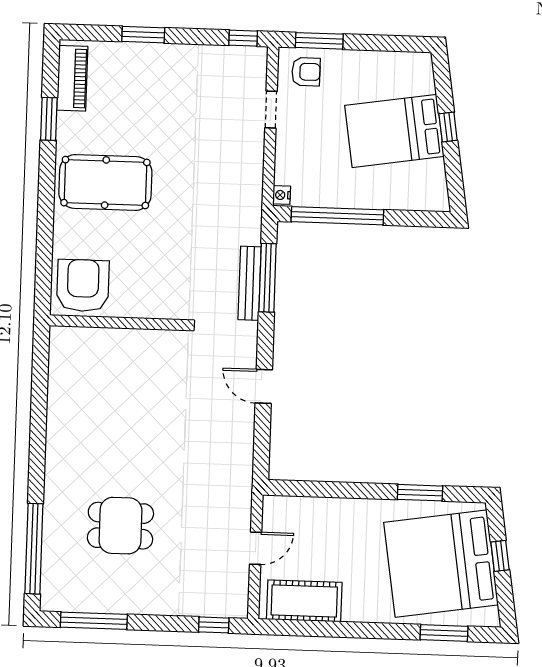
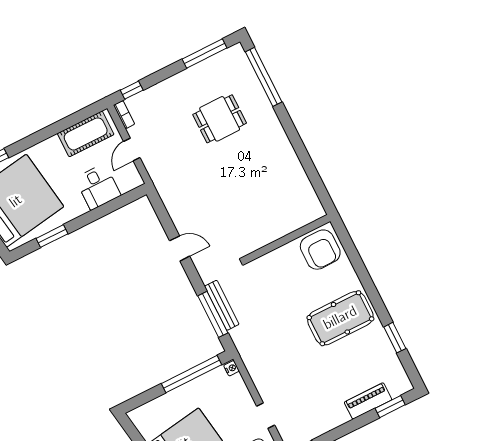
window: (143, 35) -> (390, 407), moved
piano: (72, 78) -> (368, 401), moved, turned 90
desk: (326, 524) -> (98, 187), added
bookcase: (241, 599) -> (124, 115), added

